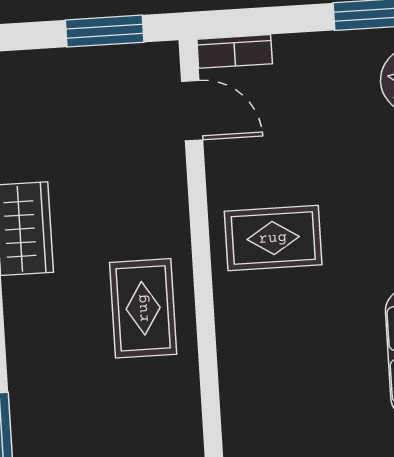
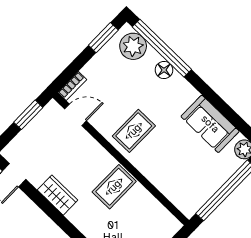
rug: (143, 308) -> (114, 187), turned 90

